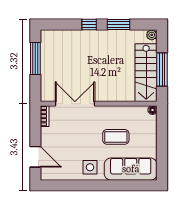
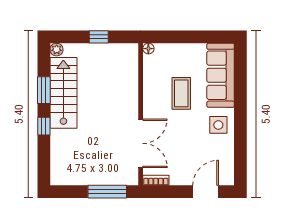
window: (35, 59) -> (107, 192), moved
window: (162, 69) -> (99, 37), width x0.46
stairs: (146, 73) -> (63, 93), moved, turned -90
double door: (75, 104) -> (141, 143), swing flipped

